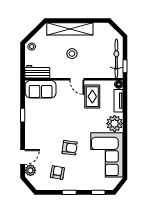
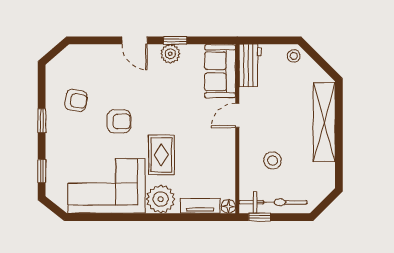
stool: (72, 54) -> (273, 160), moved
door: (77, 79) -> (237, 115), moved
rug: (92, 97) -> (161, 155), moved, turned 90
armchair: (70, 148) -> (119, 121), turned -97
door: (23, 157) -> (135, 40), moved
plant: (30, 170) -> (170, 54), moved

